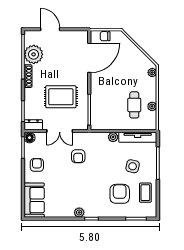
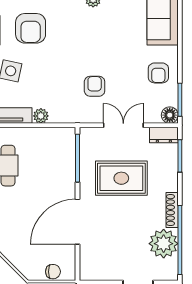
door: (89, 58) -> (77, 222), moved

